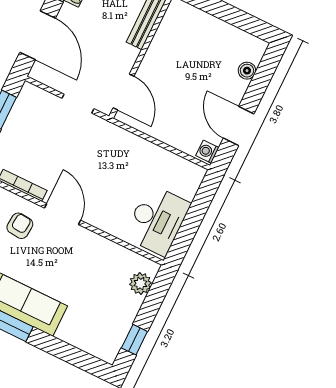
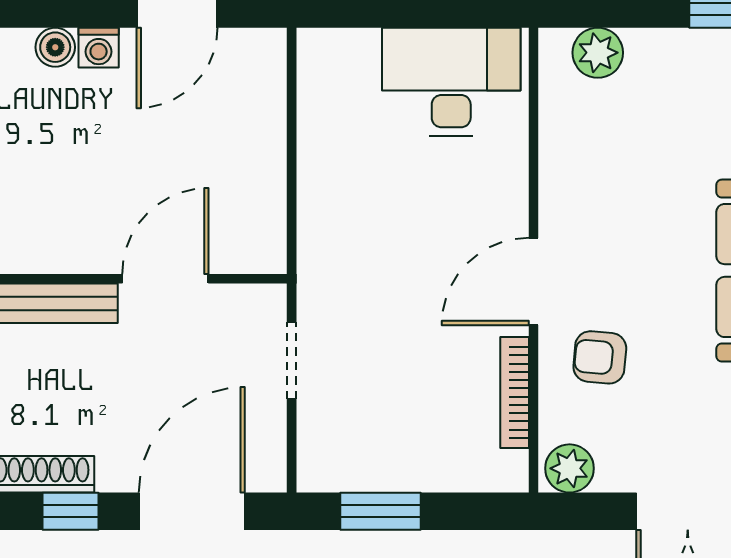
door: (123, 92) -> (165, 279), moved
washing machine: (207, 152) -> (99, 48), moved

